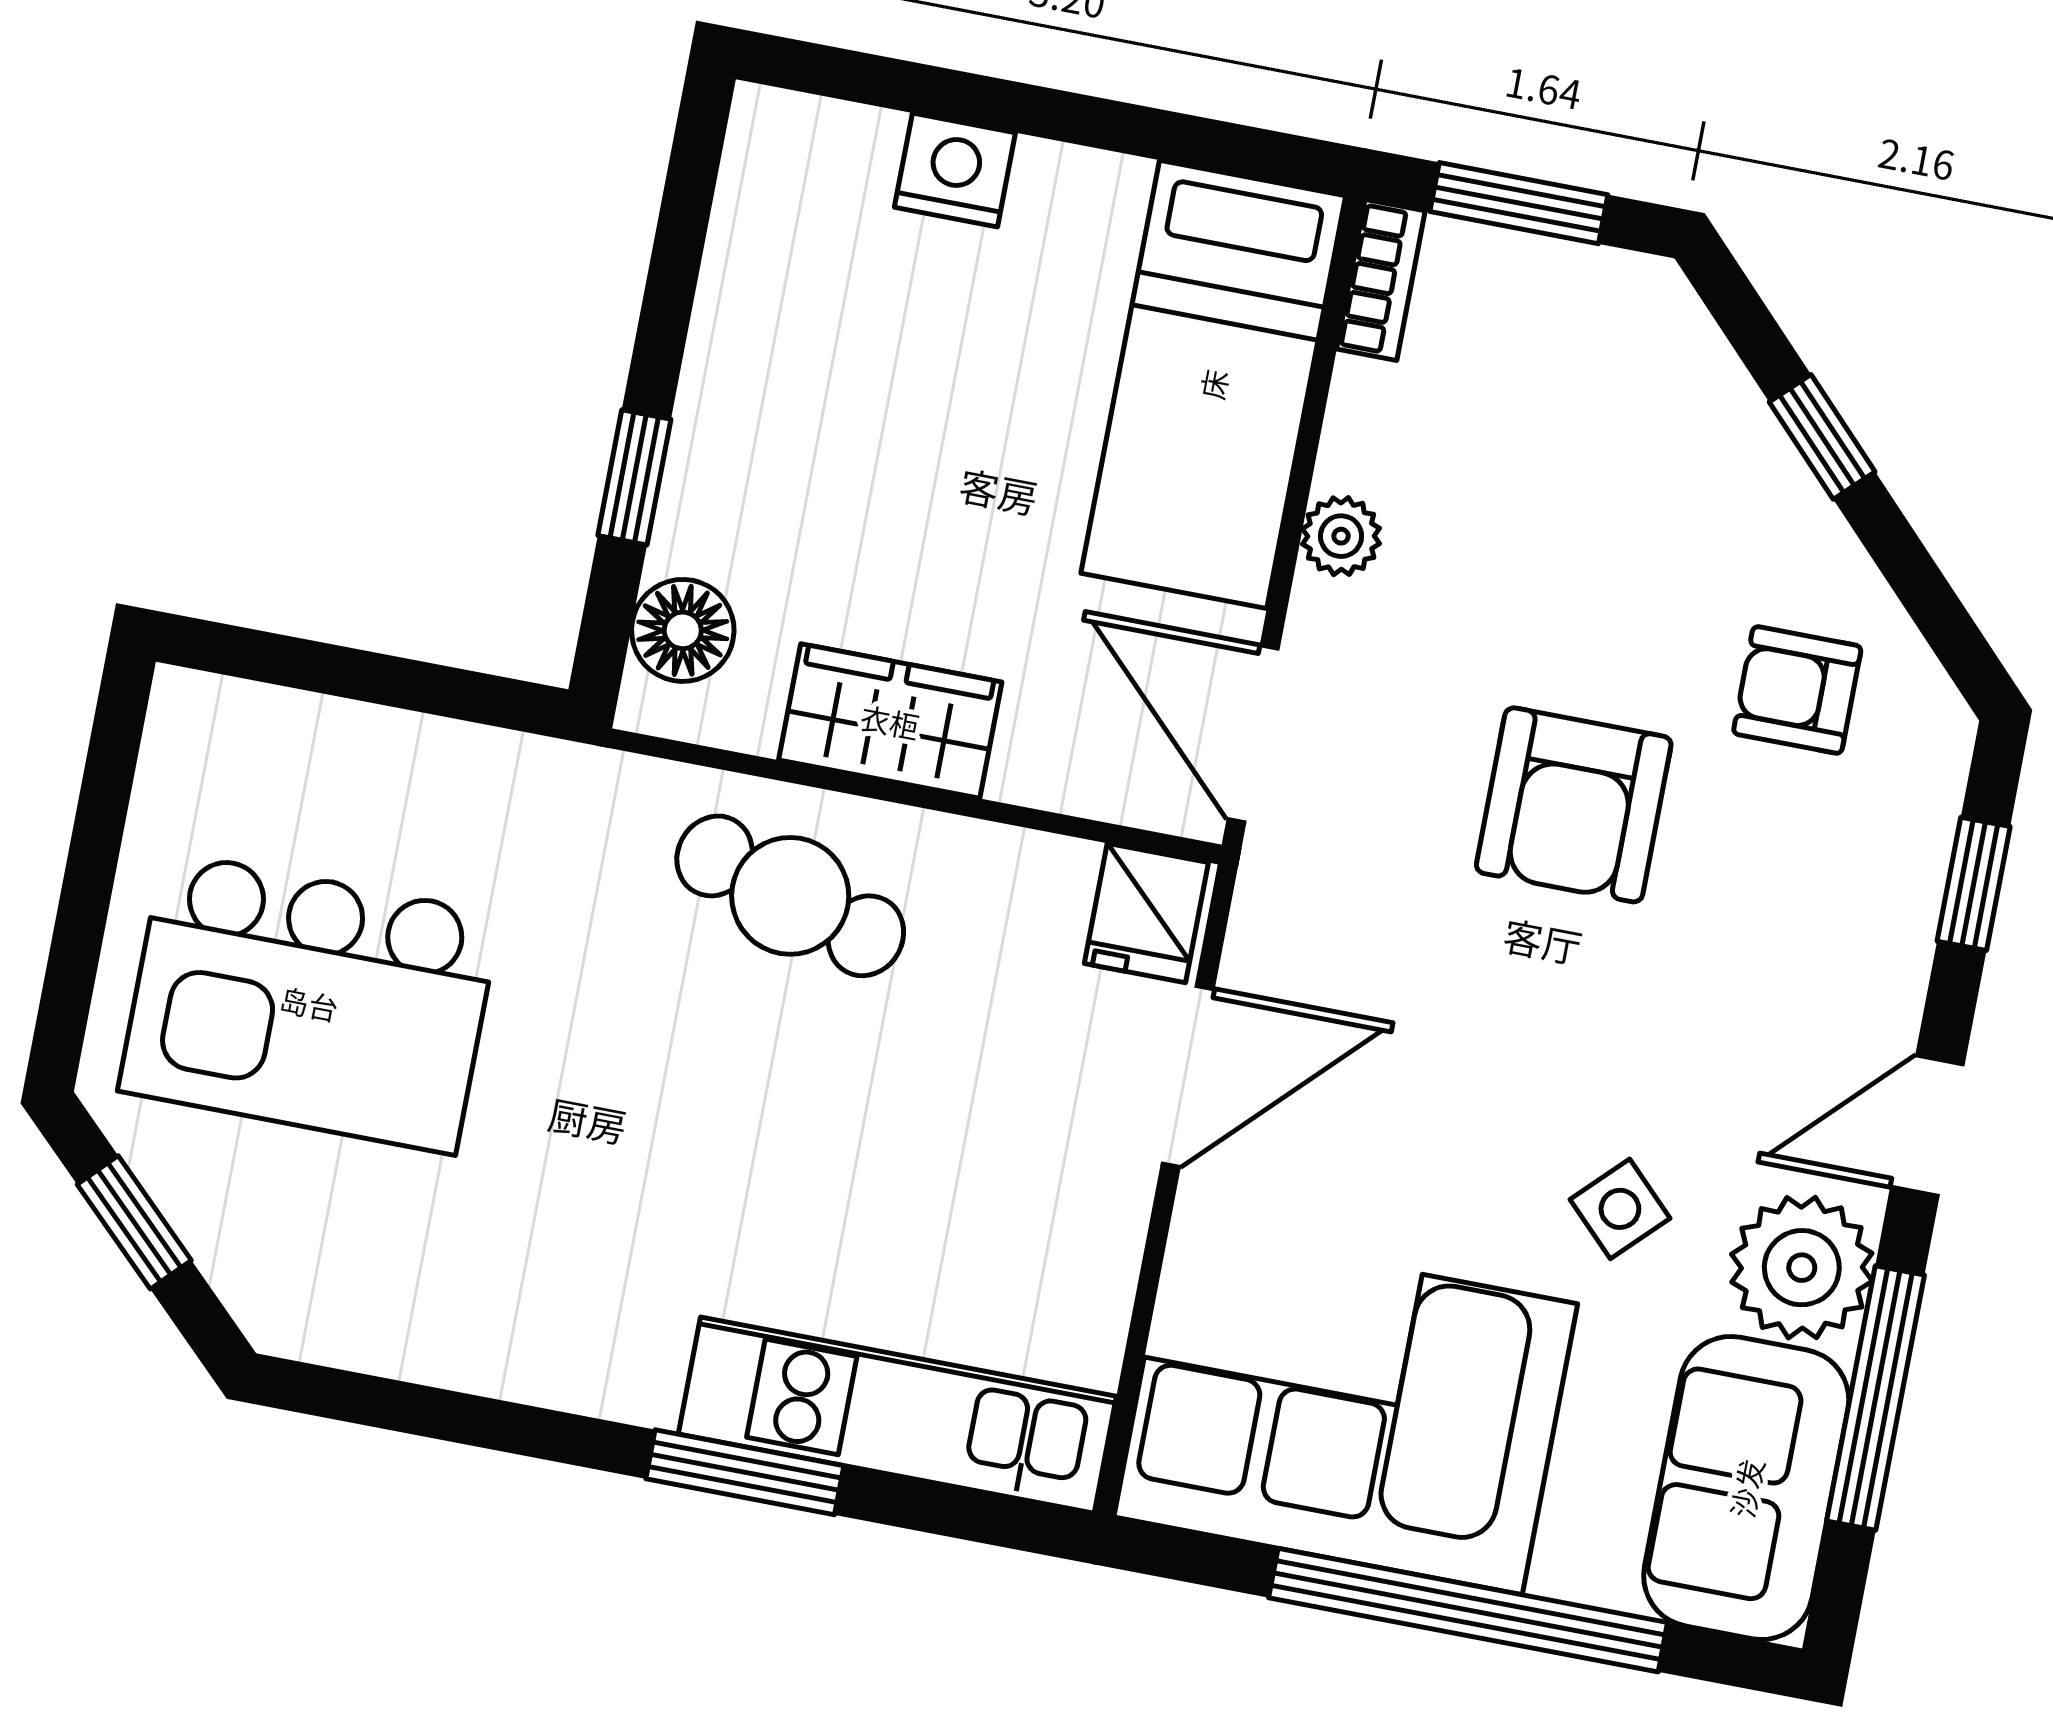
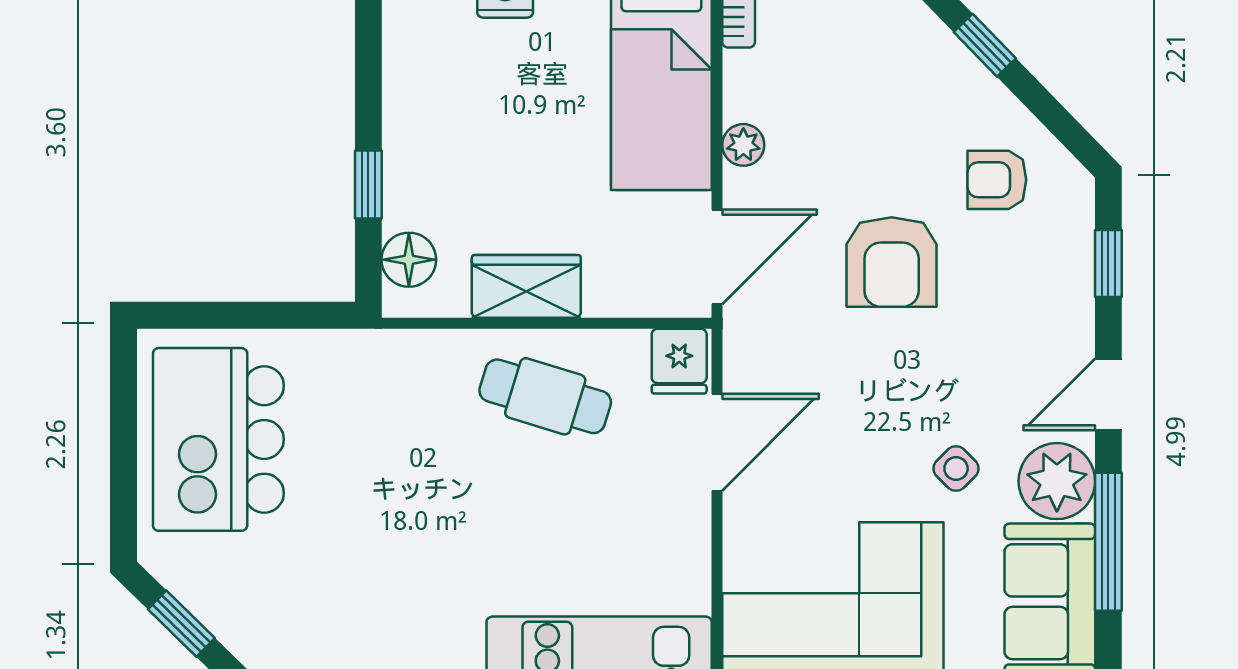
door: (1253, 734) -> (717, 257), swing flipped
cafe table: (790, 896) -> (545, 396), moved
kitchen island: (309, 1003) -> (218, 439), moved, turned 90

